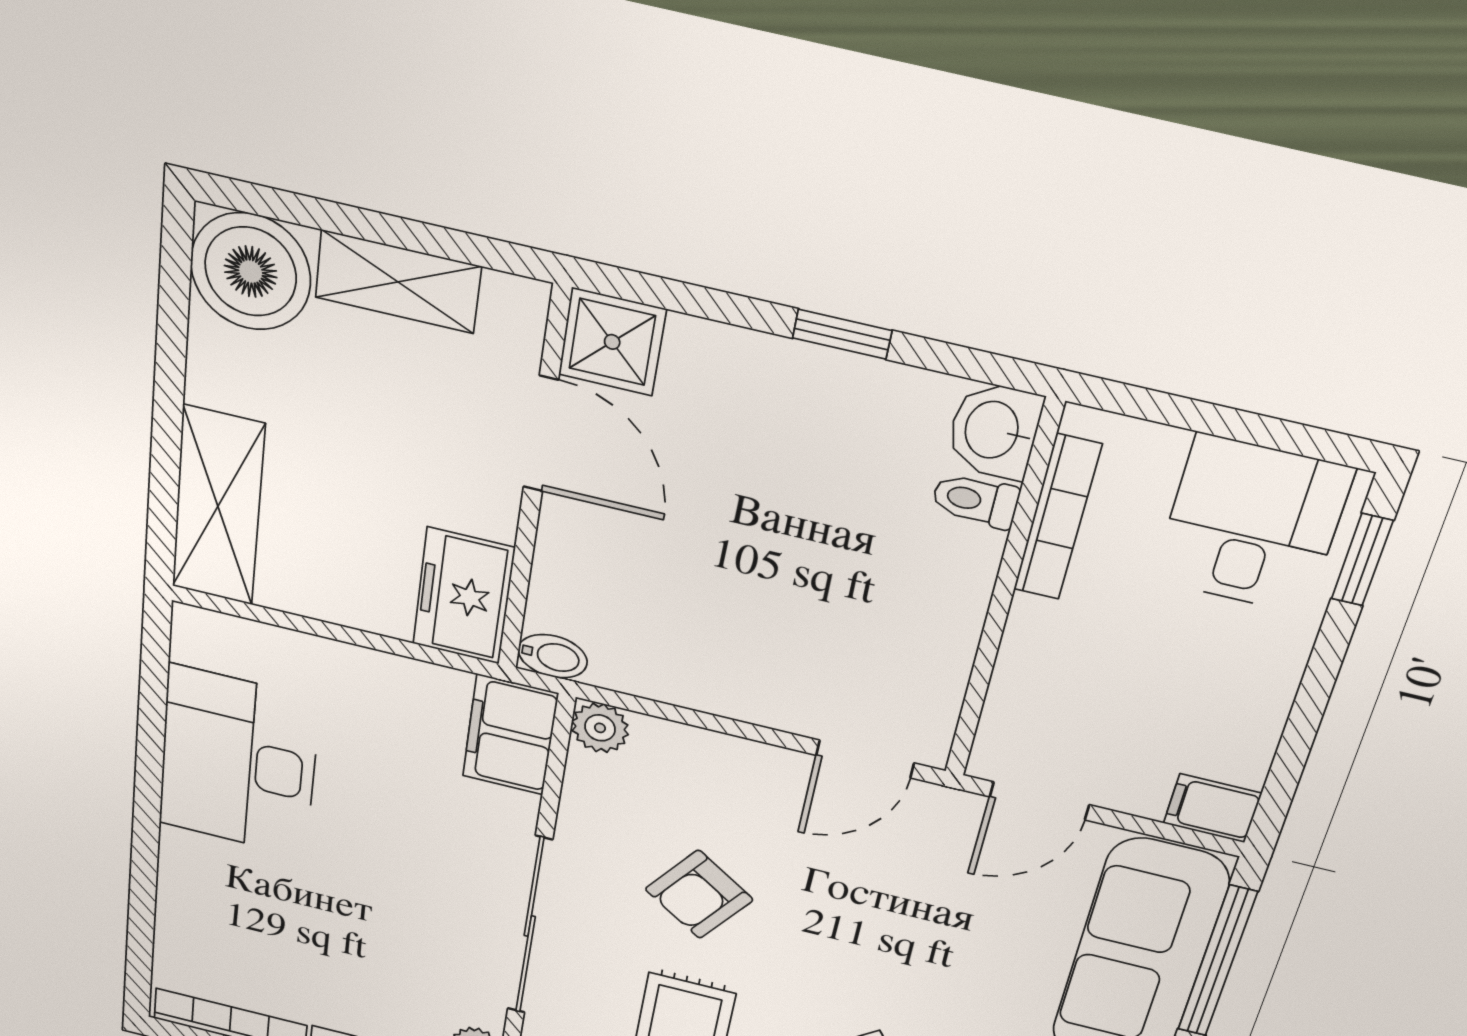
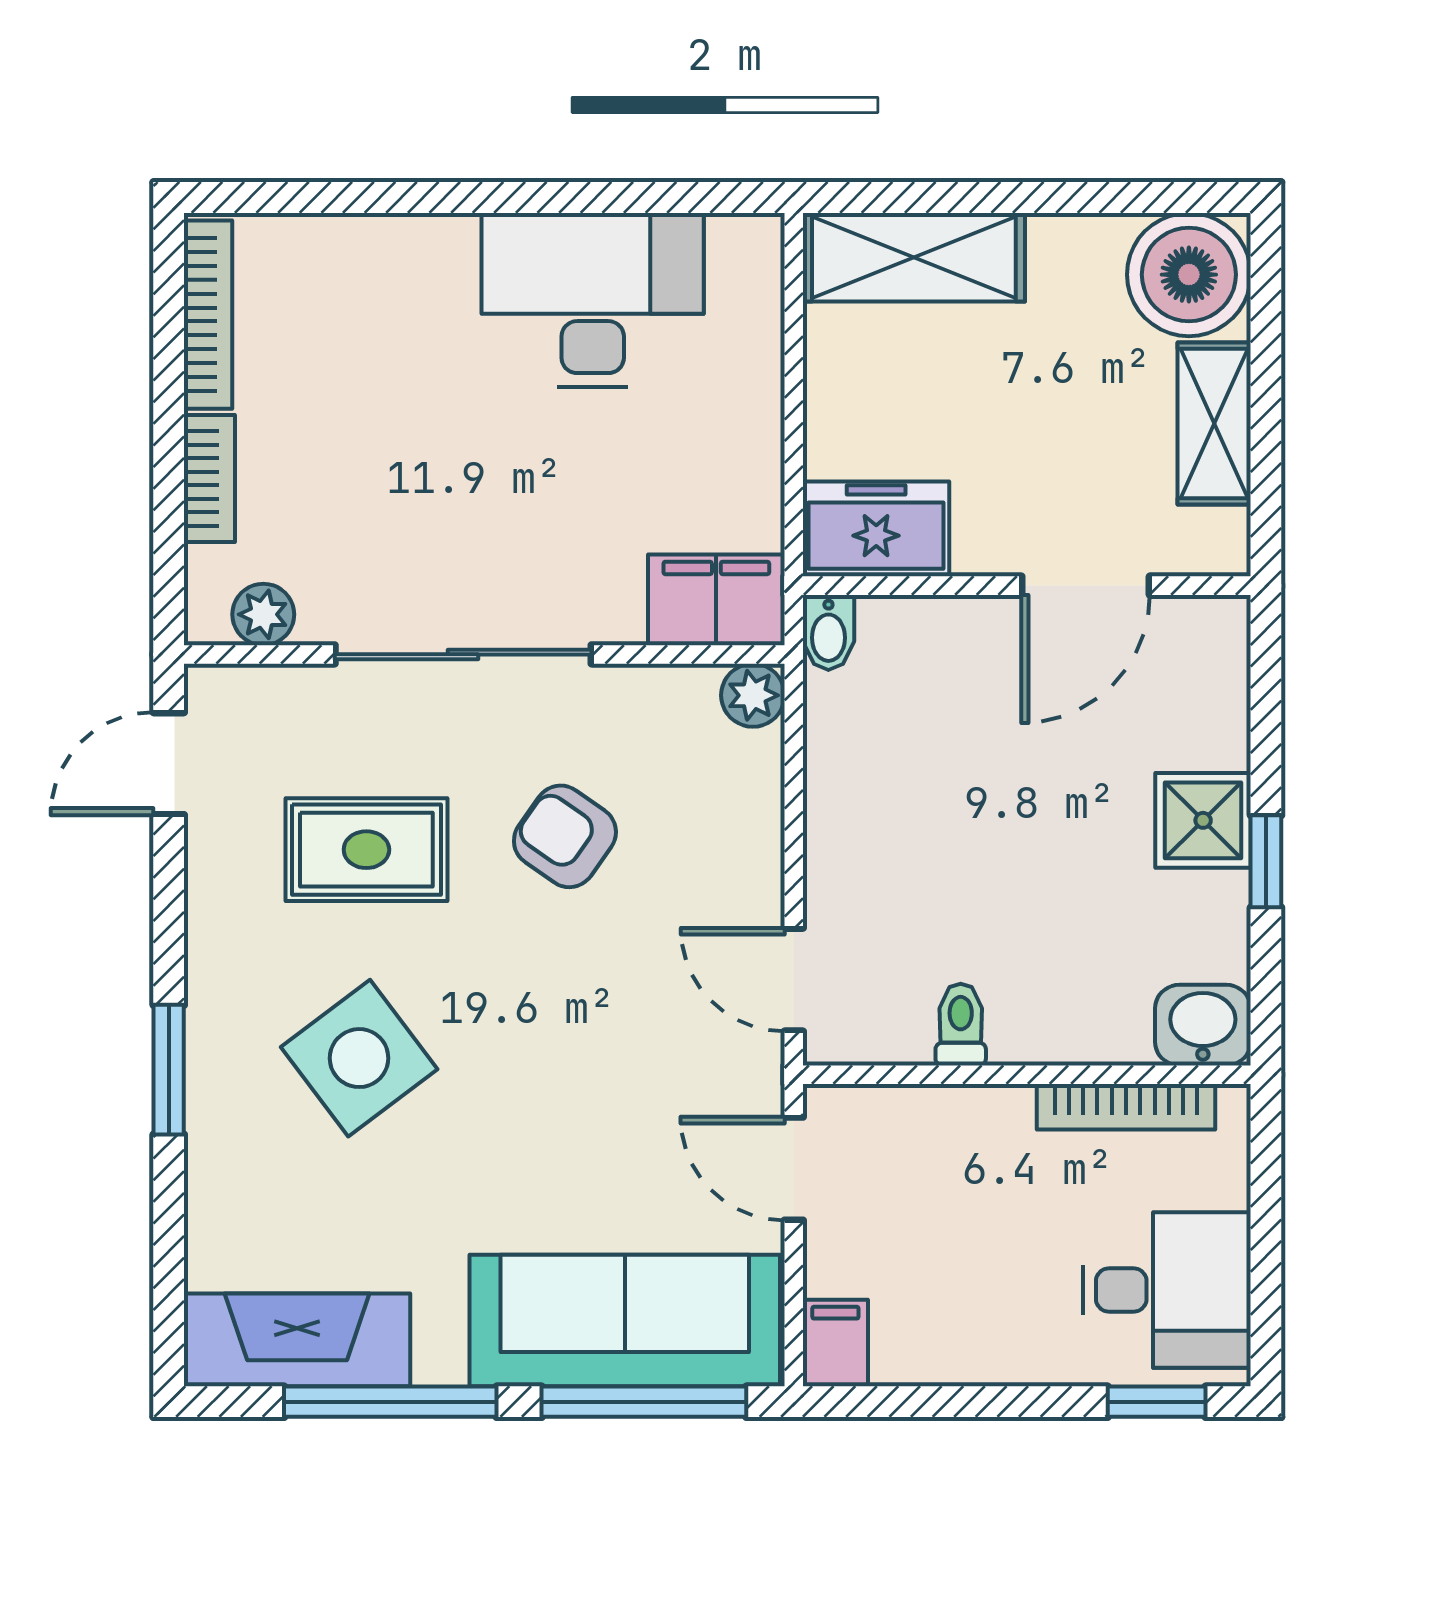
shower: (612, 342) -> (1203, 820), moved
toilet: (975, 500) -> (961, 1025), moved

